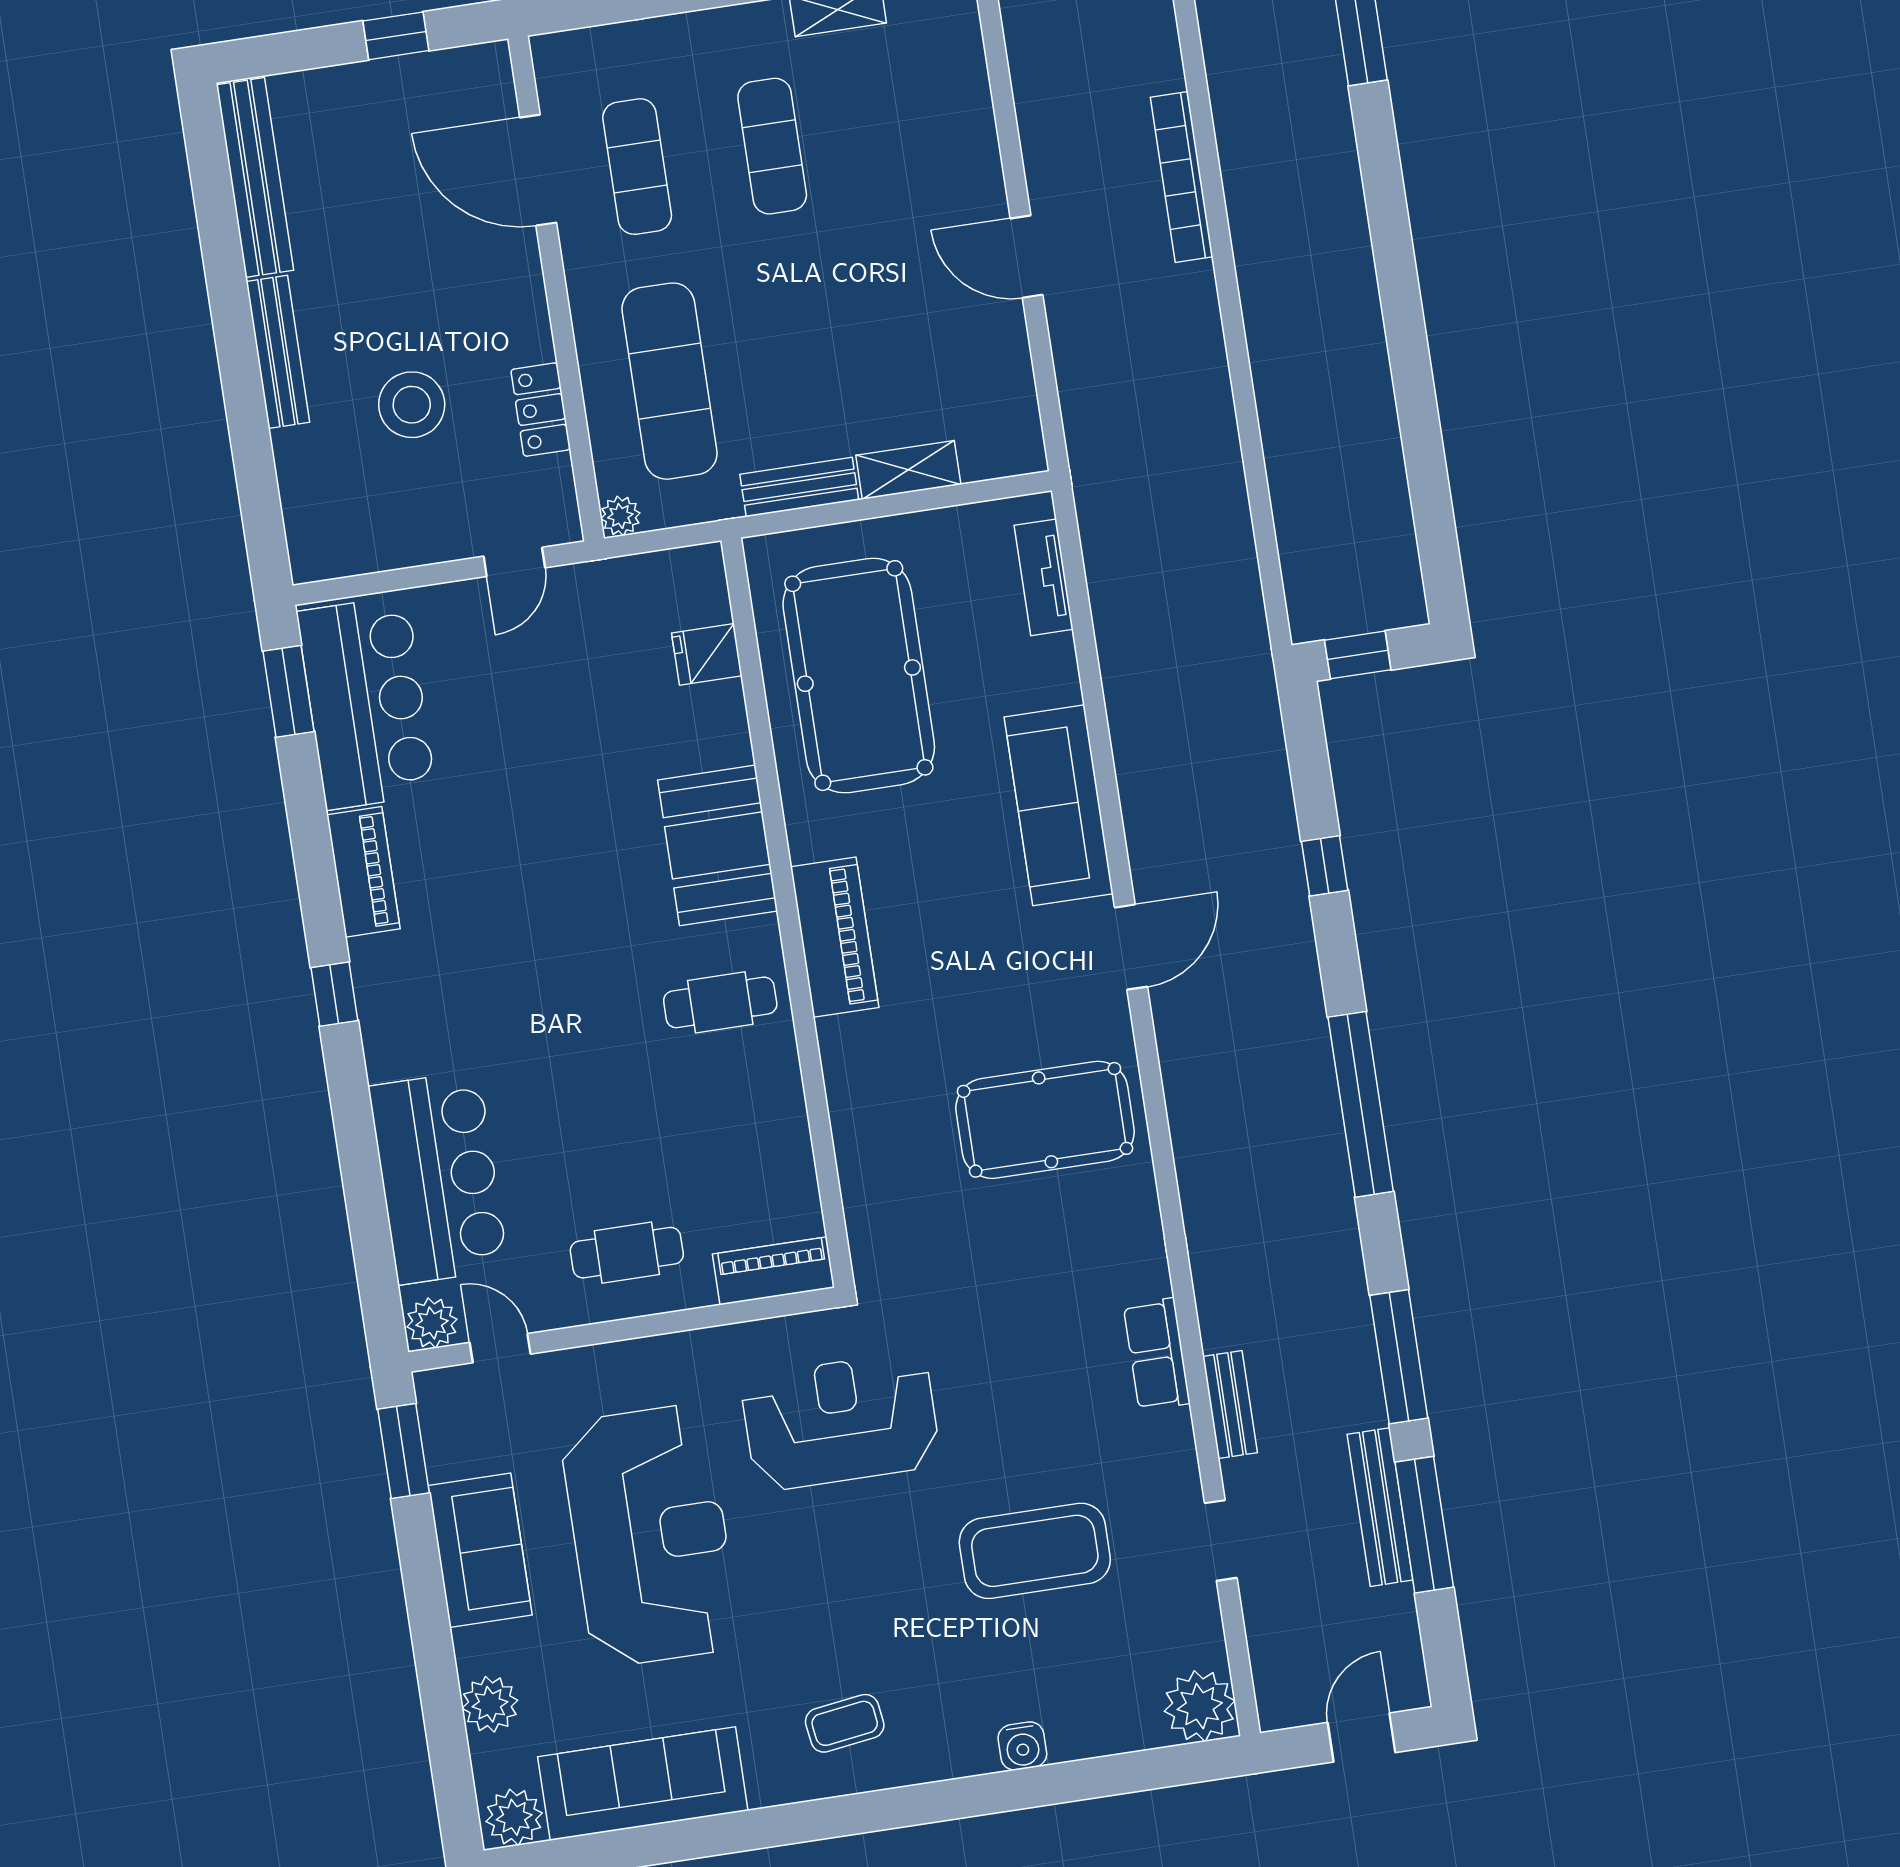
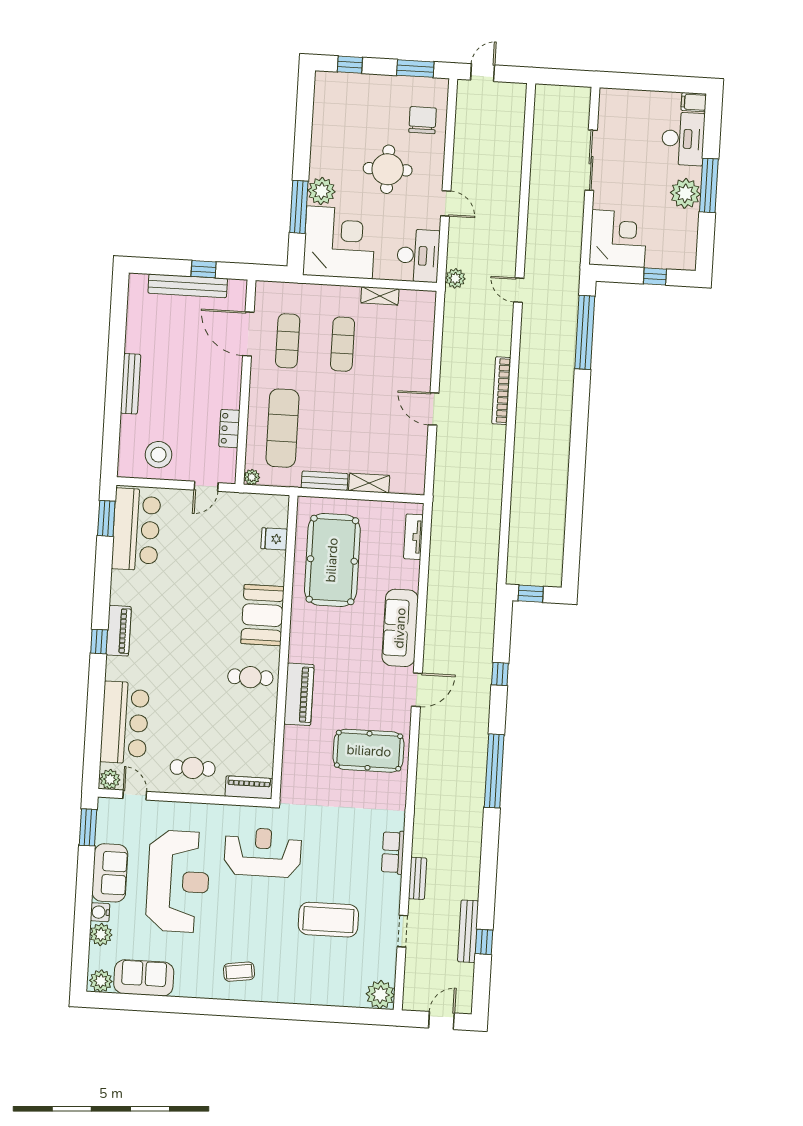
bench: (255, 177) -> (188, 286), moved, turned 90
stool: (412, 405) -> (159, 455), moved
piano: (363, 872) -> (119, 631), moved
piano: (835, 937) -> (299, 694), moved
window: (1399, 1357) -> (488, 874), removed
window: (1424, 1525) -> (484, 942), width x0.46
water cooler: (1022, 1746) -> (100, 912), moved, turned 90
sofa: (643, 1784) -> (144, 978), width x0.73

